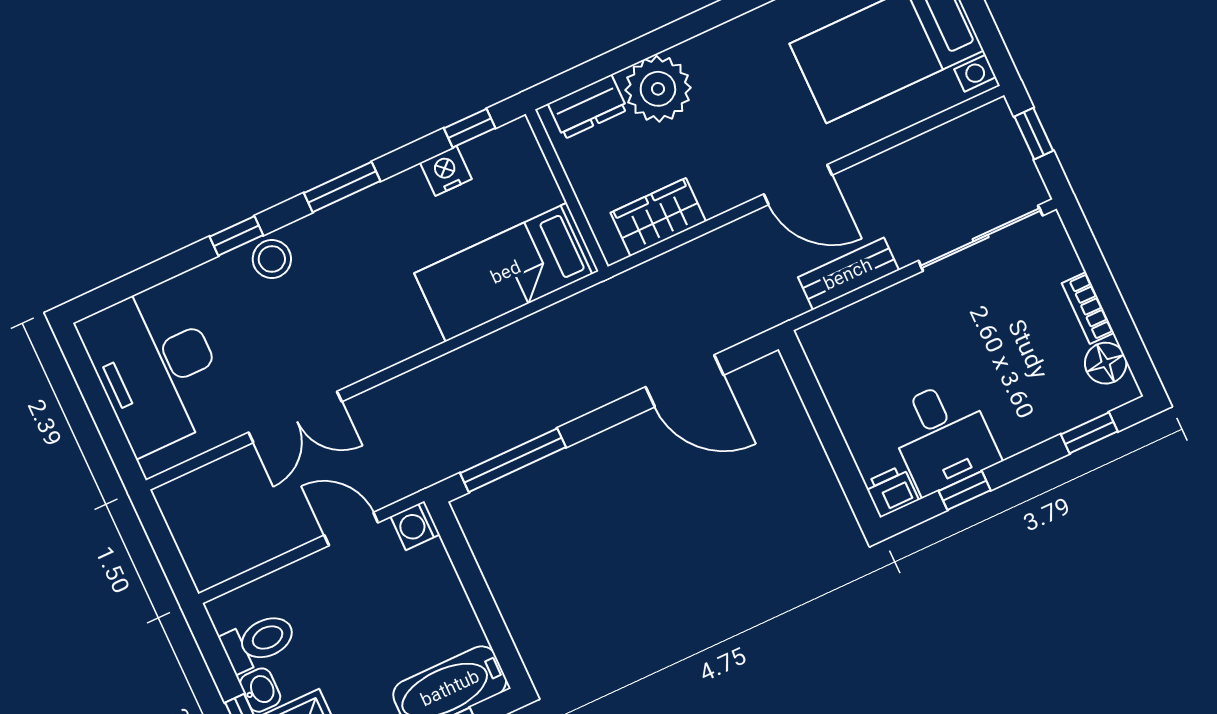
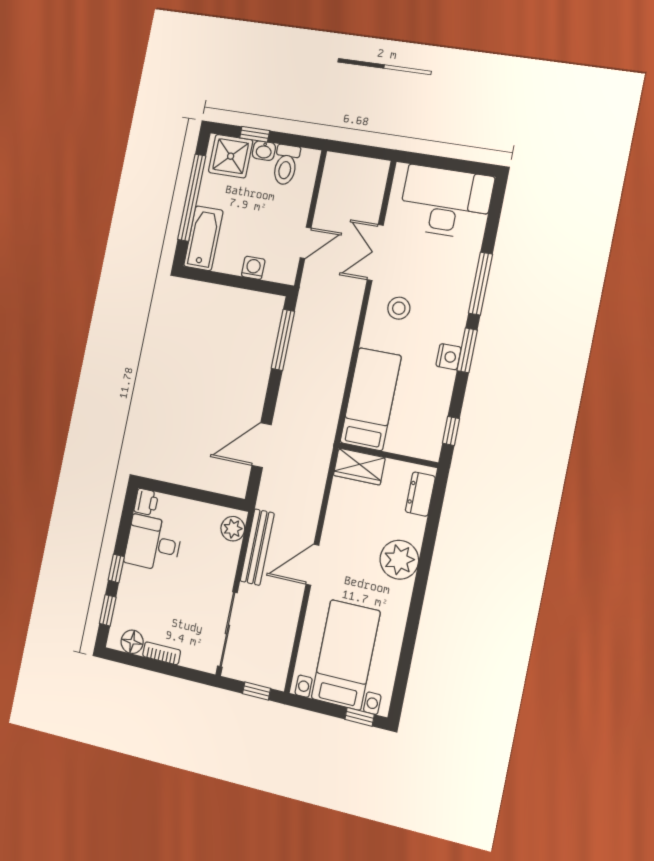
plant: (658, 89) -> (399, 560), moved
nightstand: (446, 171) -> (449, 357), moved
wardrobe: (658, 217) -> (359, 467), moved, turned 90
window: (236, 236) -> (480, 284), width x2.17
stool: (272, 259) -> (399, 308), moved
bench: (848, 274) -> (257, 547), width x1.36
plant: (834, 335) -> (233, 529), added
window: (965, 491) -> (116, 568), moved
washing machine: (415, 526) -> (253, 268), moved

